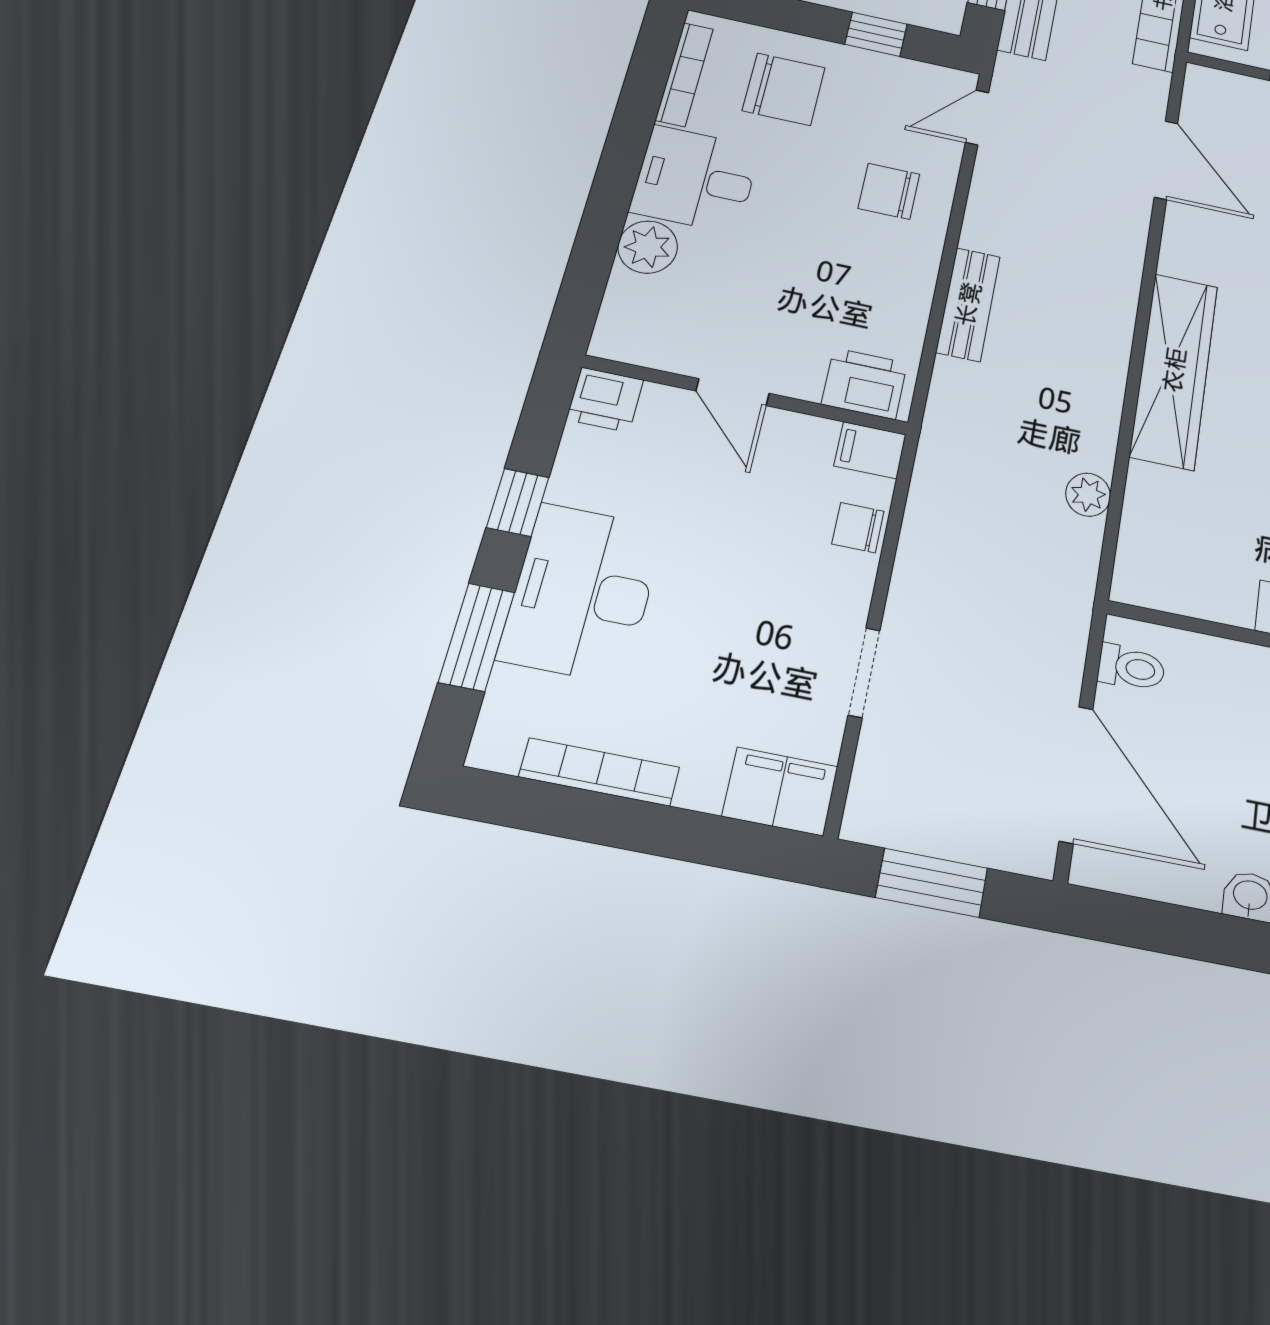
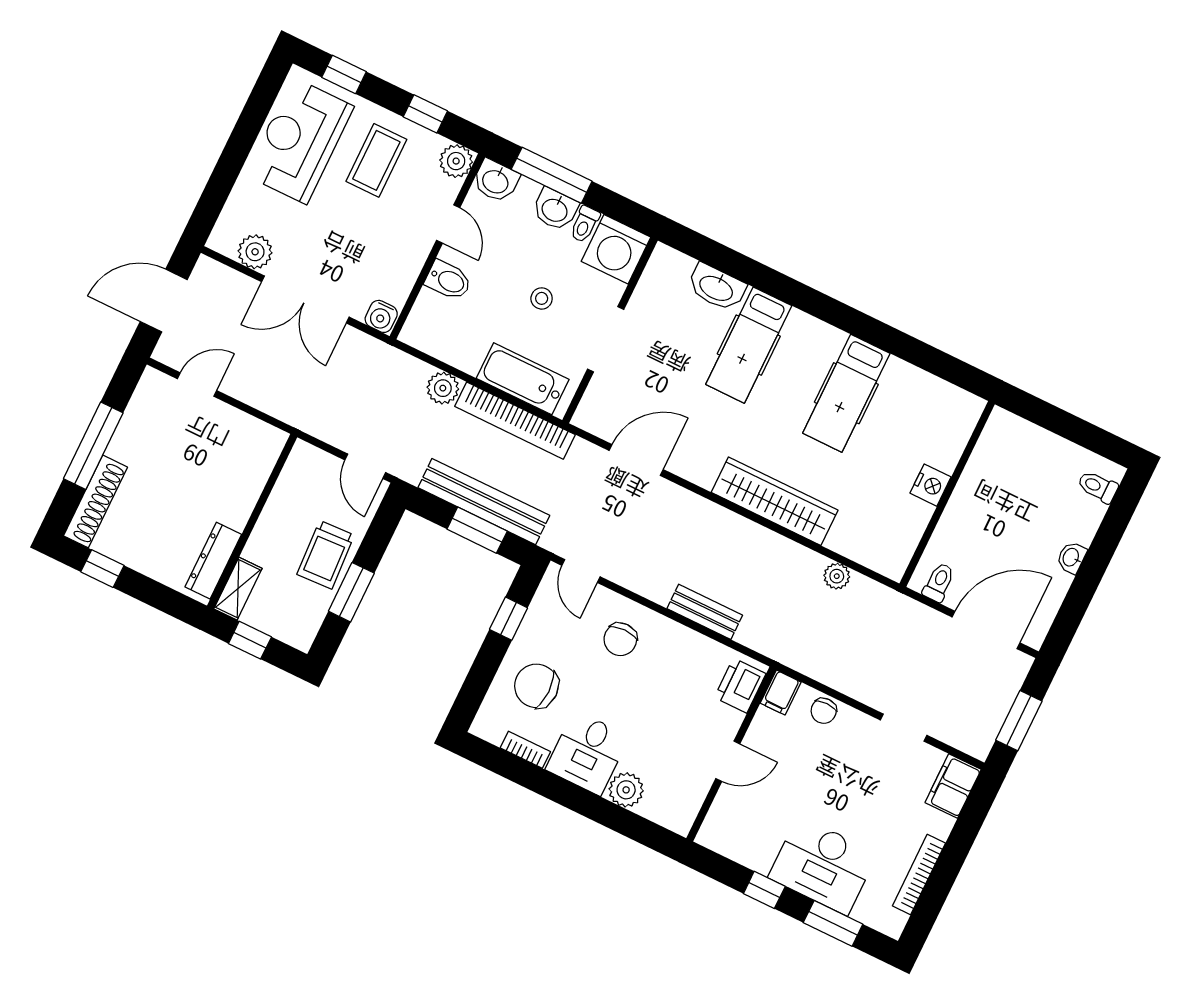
bookcase: (684, 74) -> (525, 750), width x0.64
chair: (784, 89) -> (536, 686), turned -90
printer: (605, 400) -> (716, 832), removed

